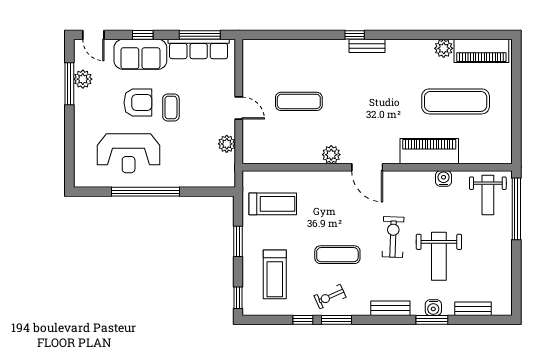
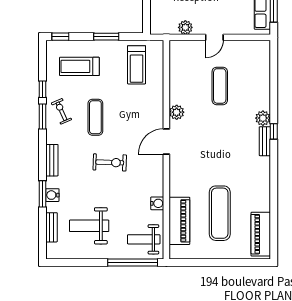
plant: (444, 48) -> (263, 118), moved
piano: (429, 151) -> (179, 221), moved
weight bench: (439, 256) -> (89, 226), moved

